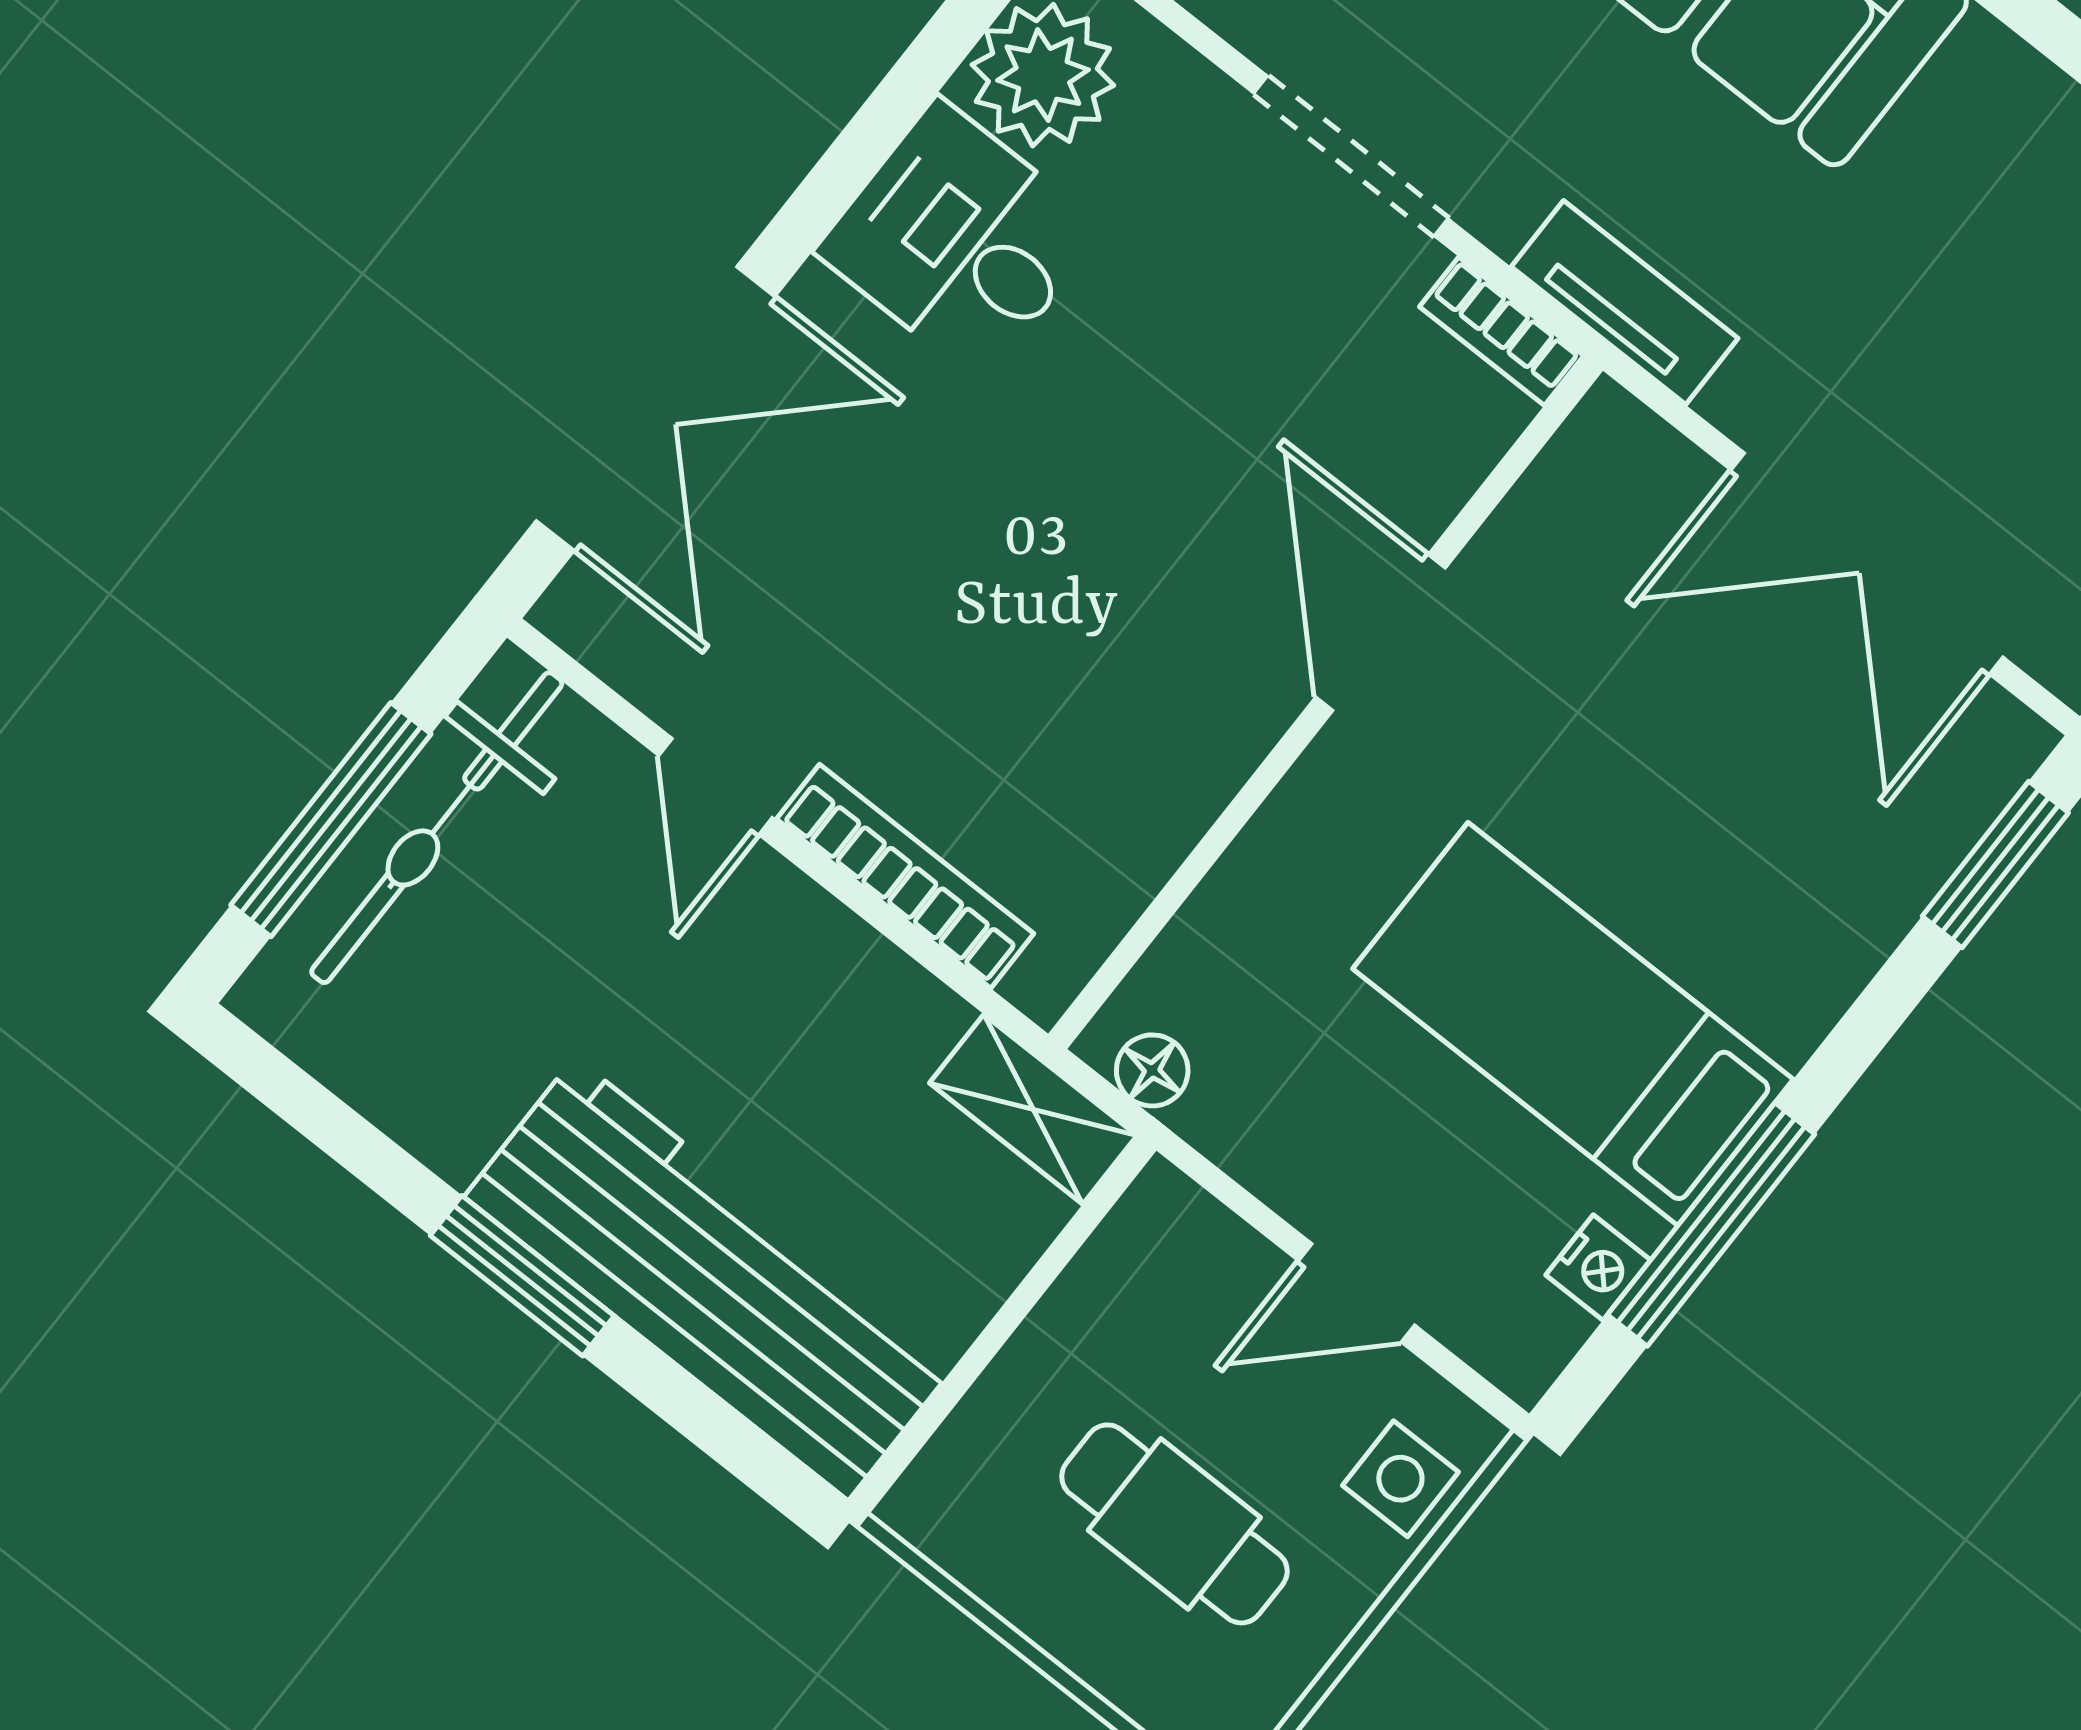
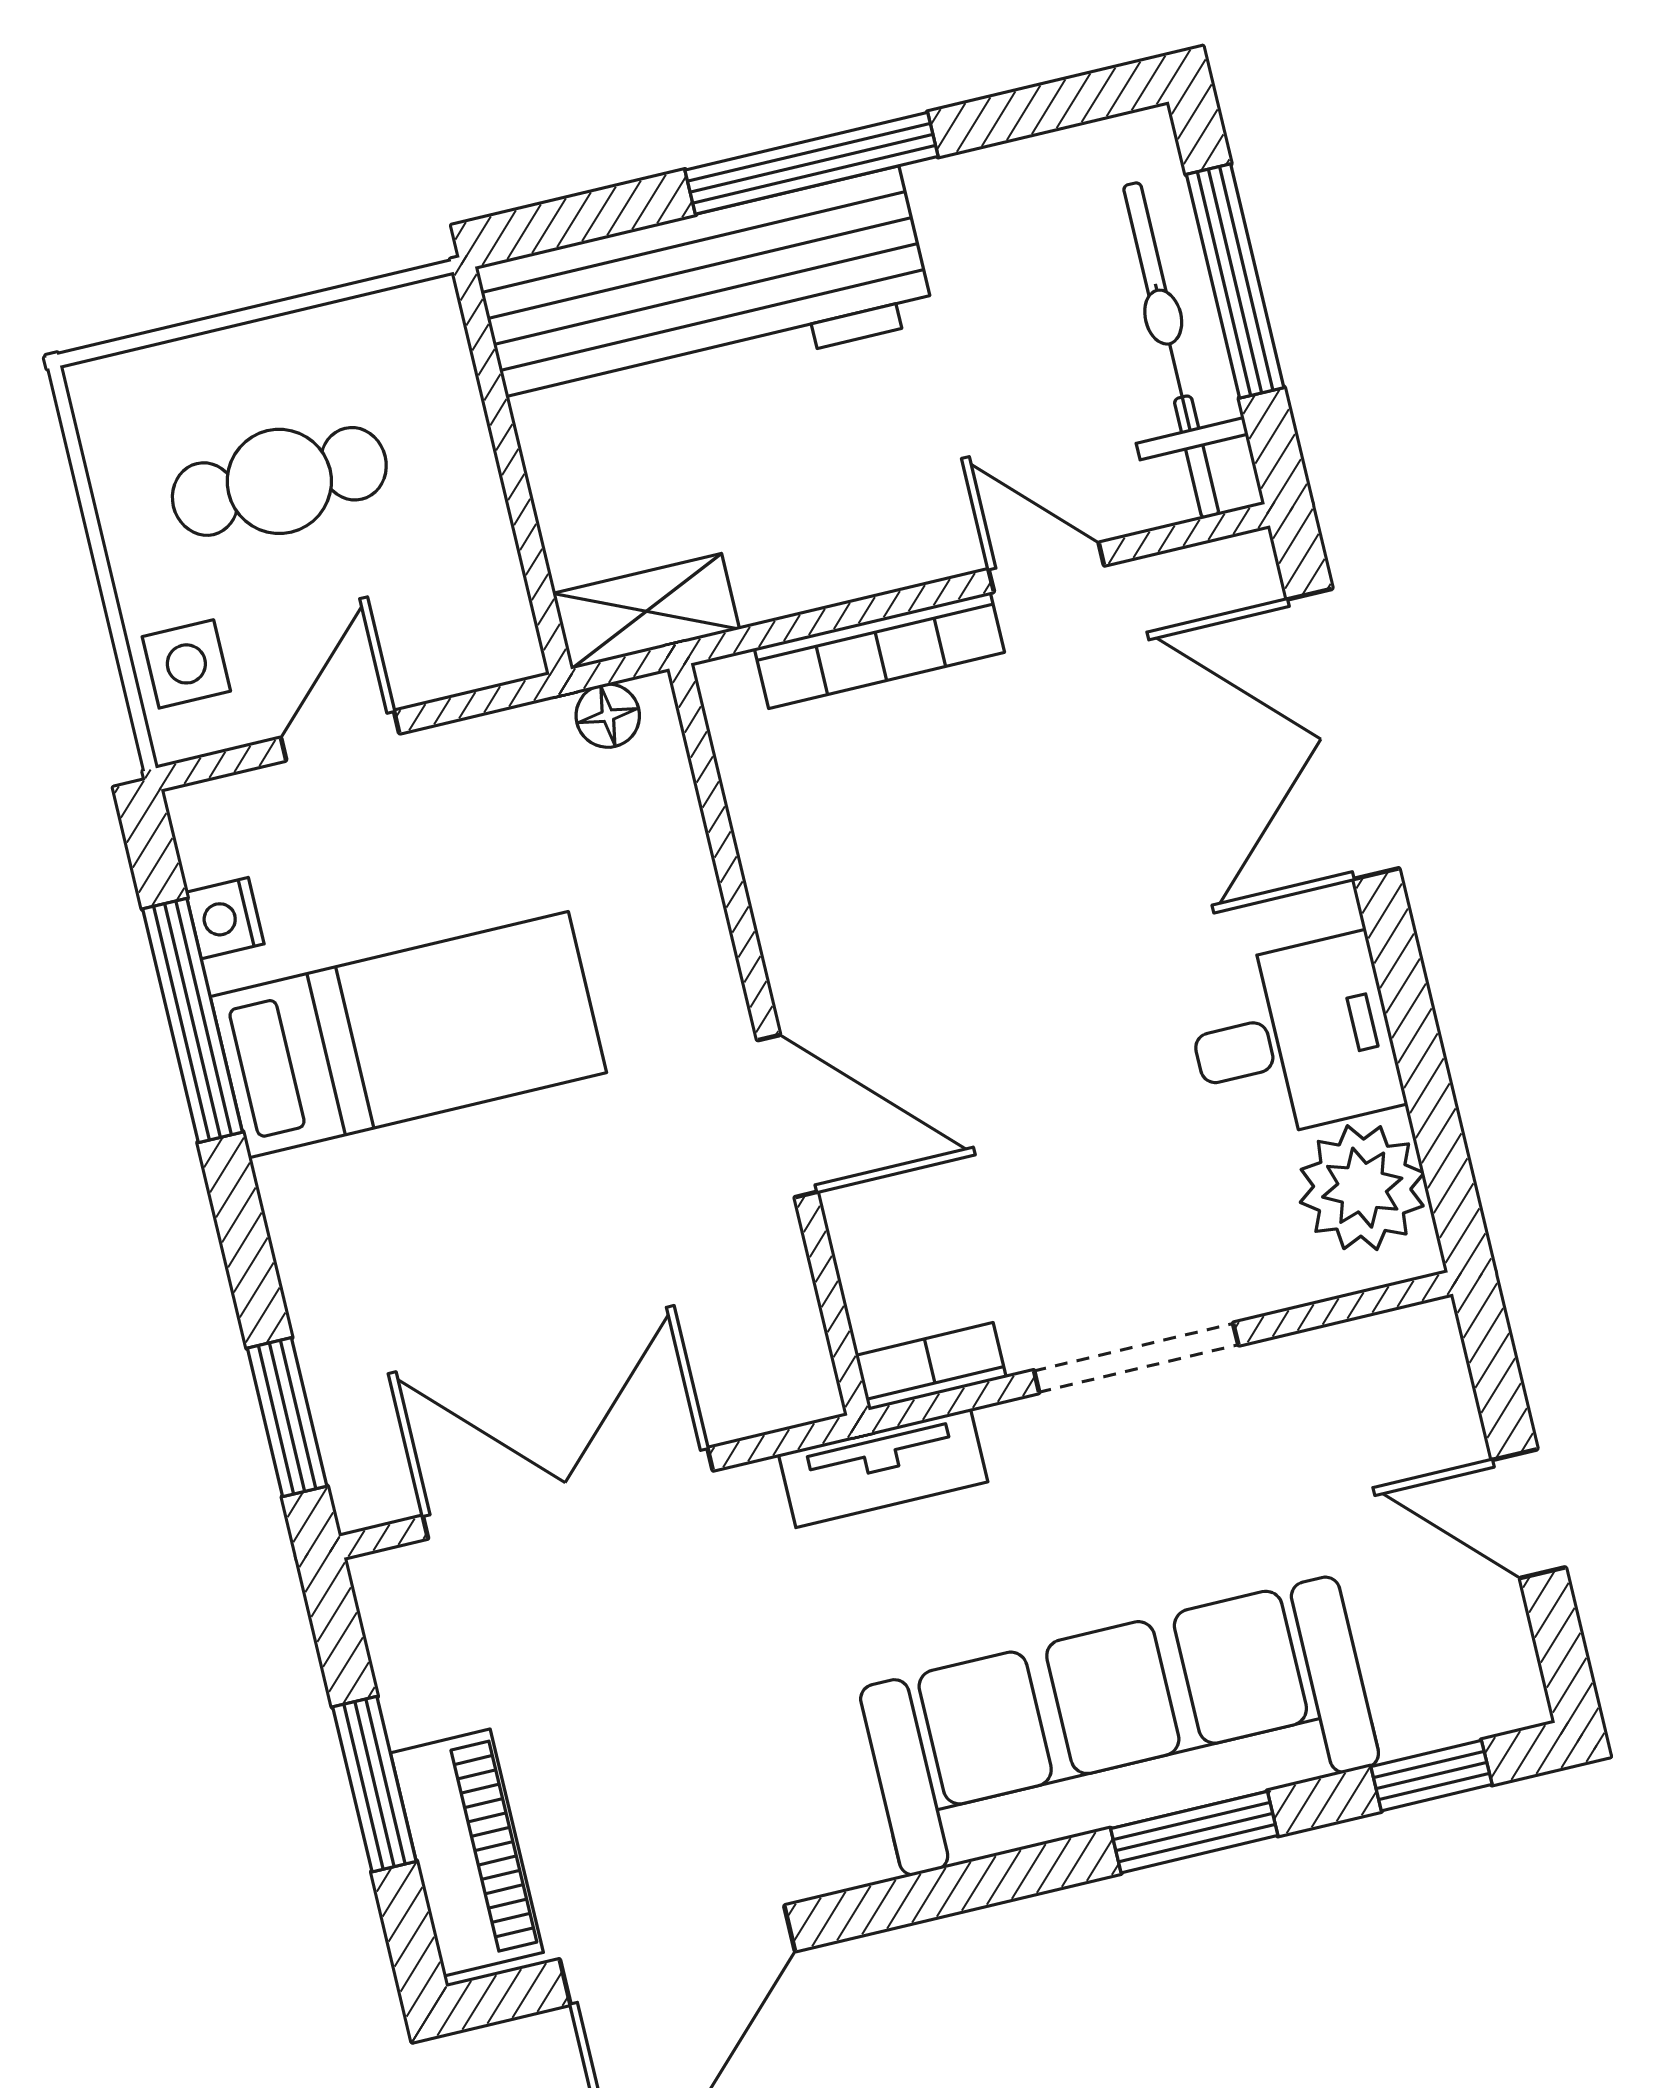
window: (522, 1276) -> (812, 163), width x1.44

